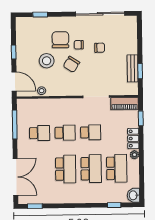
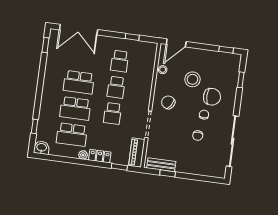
window: (14, 52) -> (226, 50), moved
chair: (71, 64) -> (168, 102), moved
bench: (133, 68) -> (161, 165), moved
window: (15, 125) -> (132, 37), width x0.46

